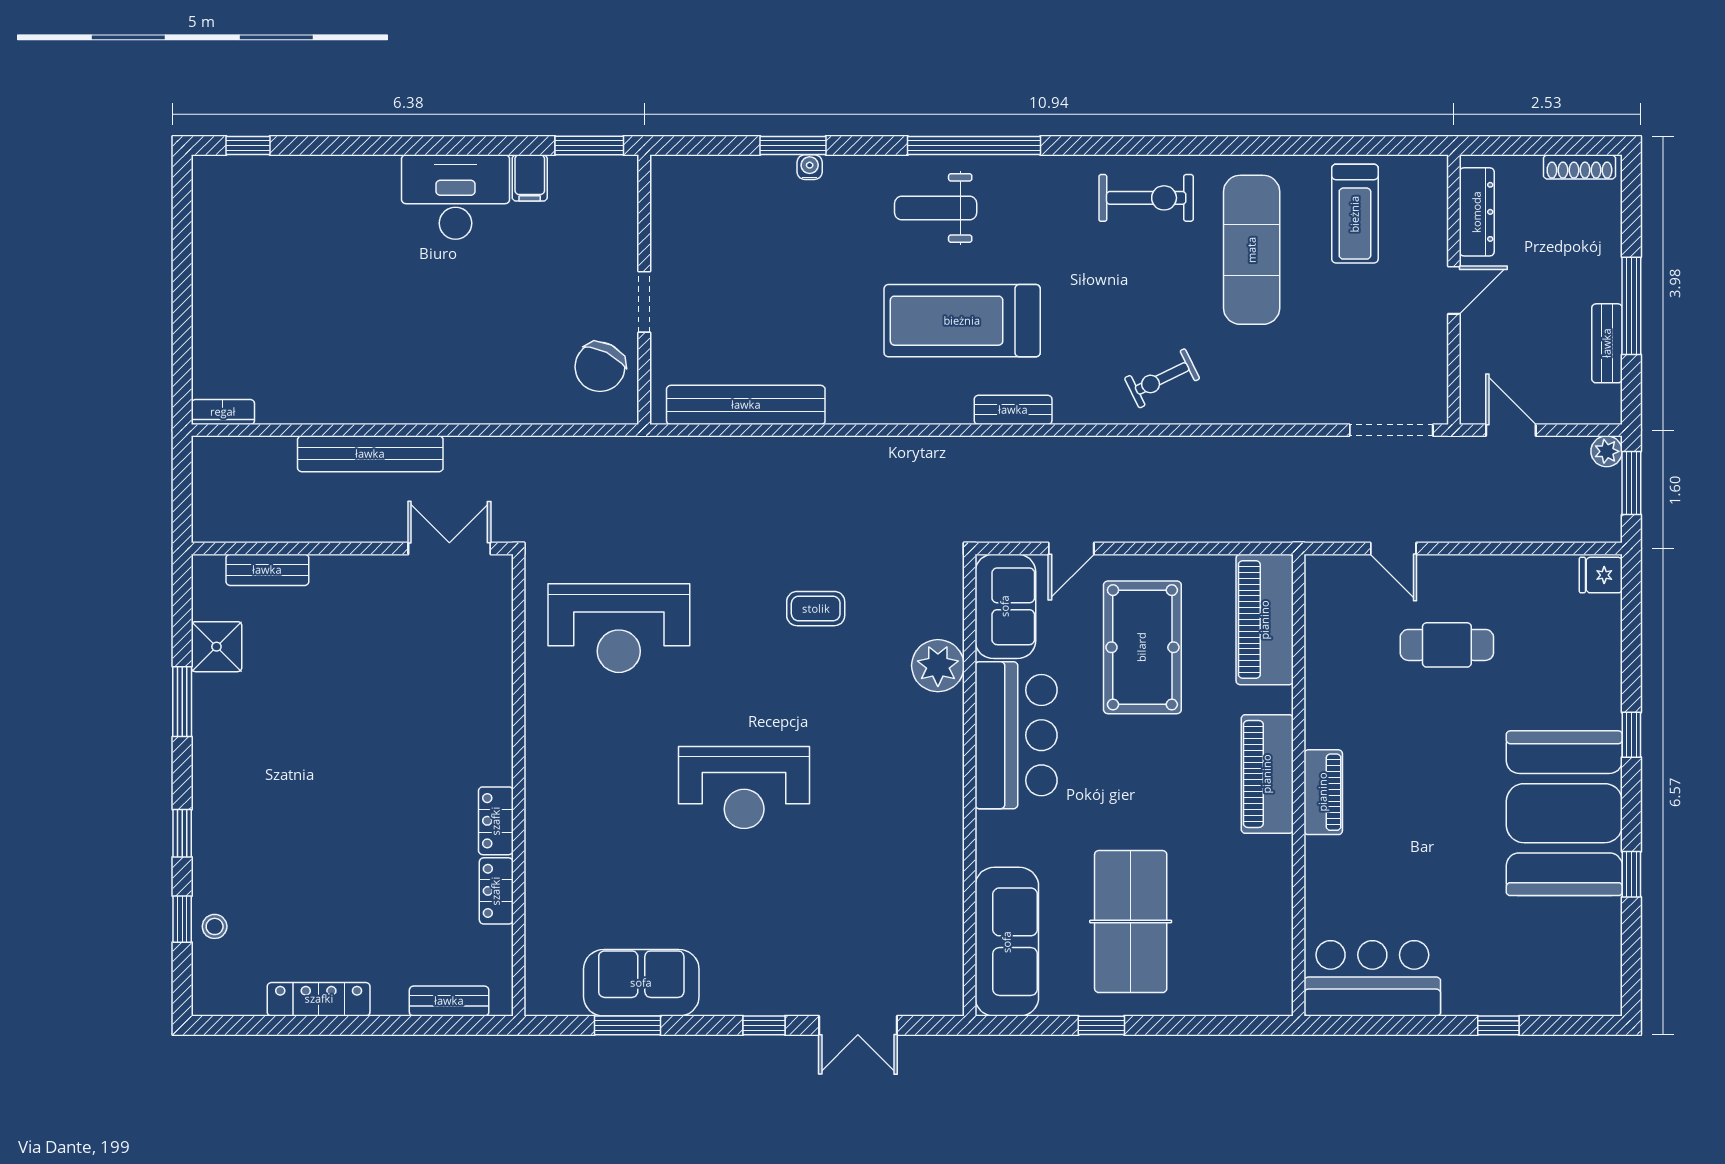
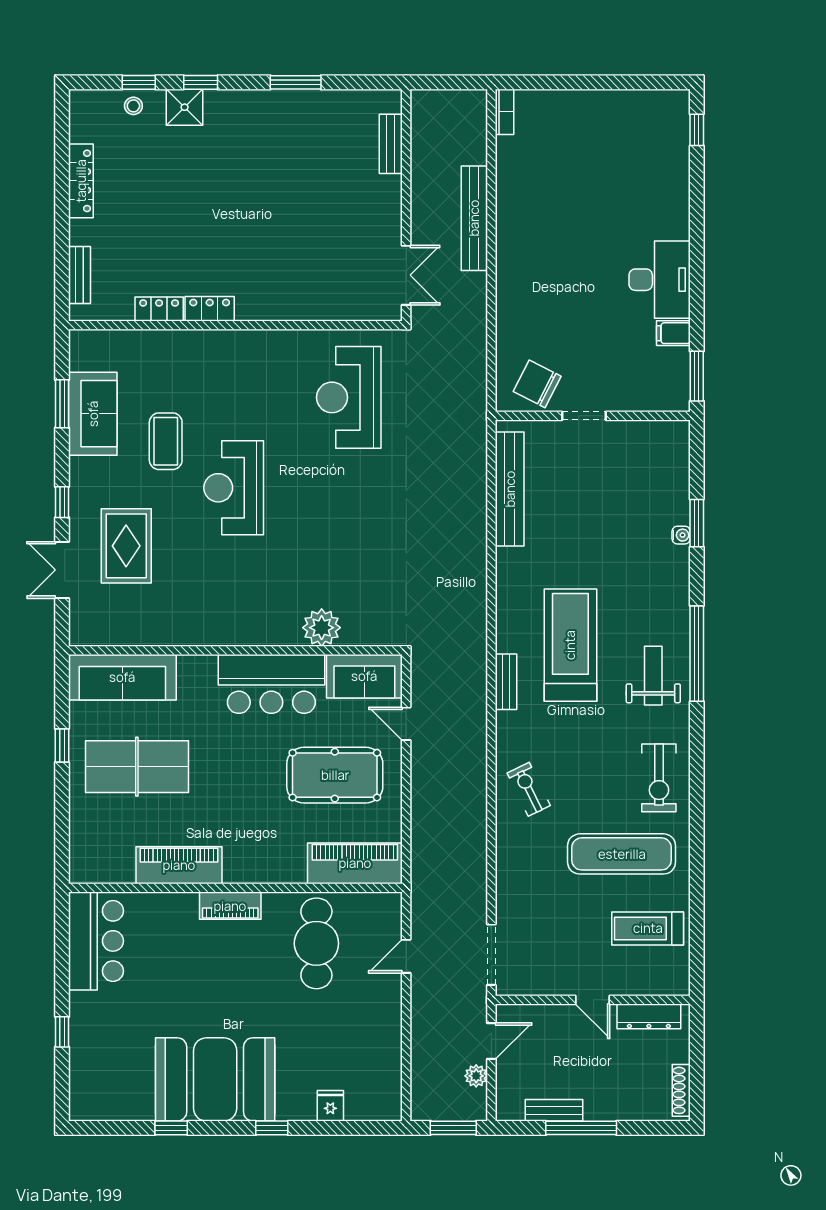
weight bench: (936, 208) -> (653, 676), moved
plant: (1607, 451) -> (476, 1076), moved
fridge: (1601, 575) -> (330, 1106), moved
coffee table: (816, 609) -> (166, 441), moved, width x1.36, depth x1.30
cafe table: (1447, 645) -> (316, 943), moved, width x1.37, depth x1.35
shower: (216, 647) -> (185, 107), moved
piano: (1267, 774) -> (179, 865), moved
rug: (825, 936) -> (126, 546), added

